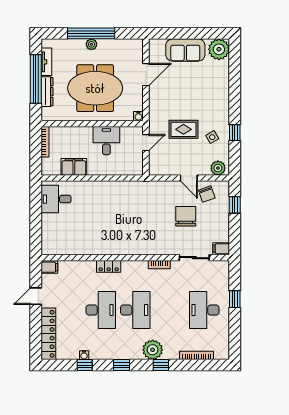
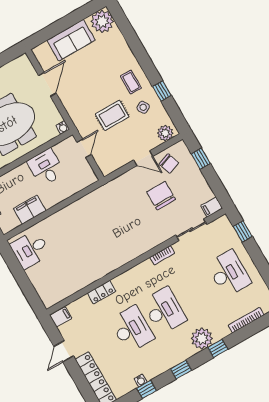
coffee table: (214, 111) -> (131, 82), added
locker: (109, 266) -> (102, 292), moved
window: (235, 299) -> (243, 231), moved
desk: (204, 310) -> (229, 273), turned 180

